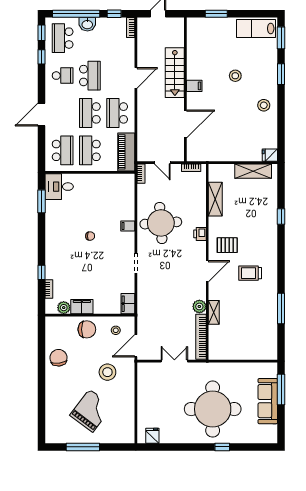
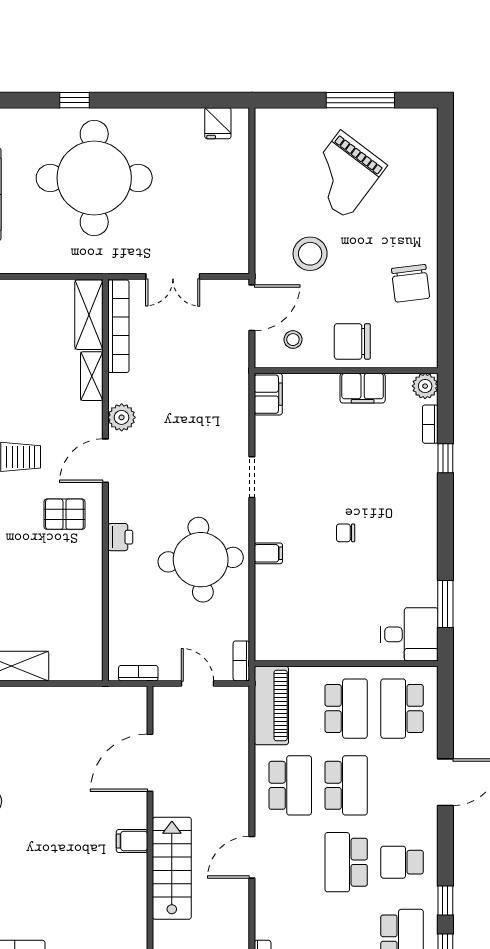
stool: (235, 76) -> (48, 862), removed
shelving: (215, 199) -> (89, 315), moved
plant: (199, 306) -> (122, 417), moved
plant: (64, 308) -> (425, 386), moved

